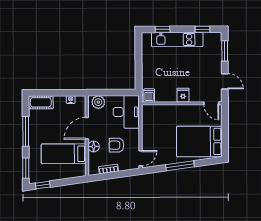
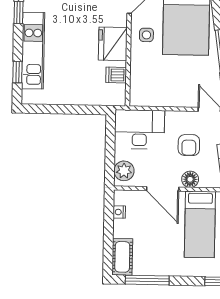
dishwasher: (149, 95) -> (116, 75), moved
fridge: (183, 95) -> (113, 44), width x1.88, depth x1.34
side table: (190, 115) -> (146, 35), added
window: (26, 131) -> (147, 280), moved

